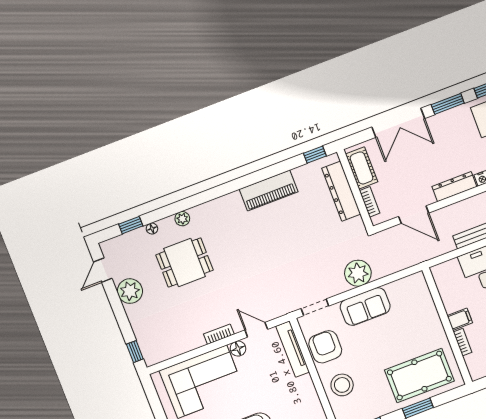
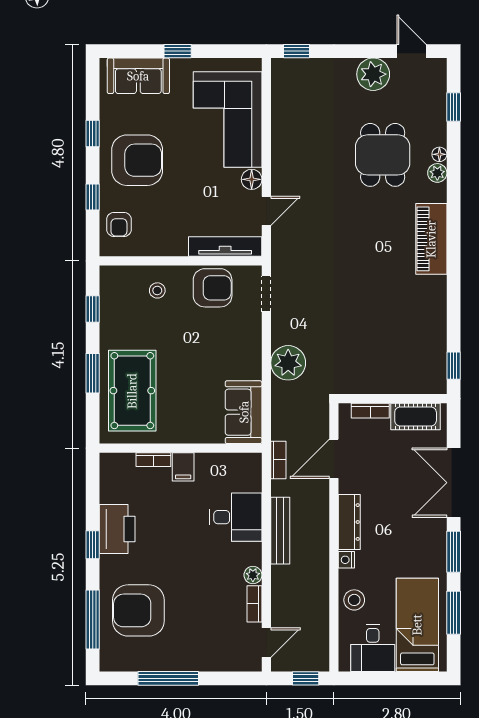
piano: (269, 191) -> (431, 239), moved
dresser: (341, 191) -> (397, 381), removed
floor lamp: (152, 229) -> (439, 154), moved
sofa: (365, 307) -> (244, 412), moved
bookcase: (219, 334) -> (278, 460), moved
stool: (342, 385) -> (157, 290), width x0.53, depth x0.53

